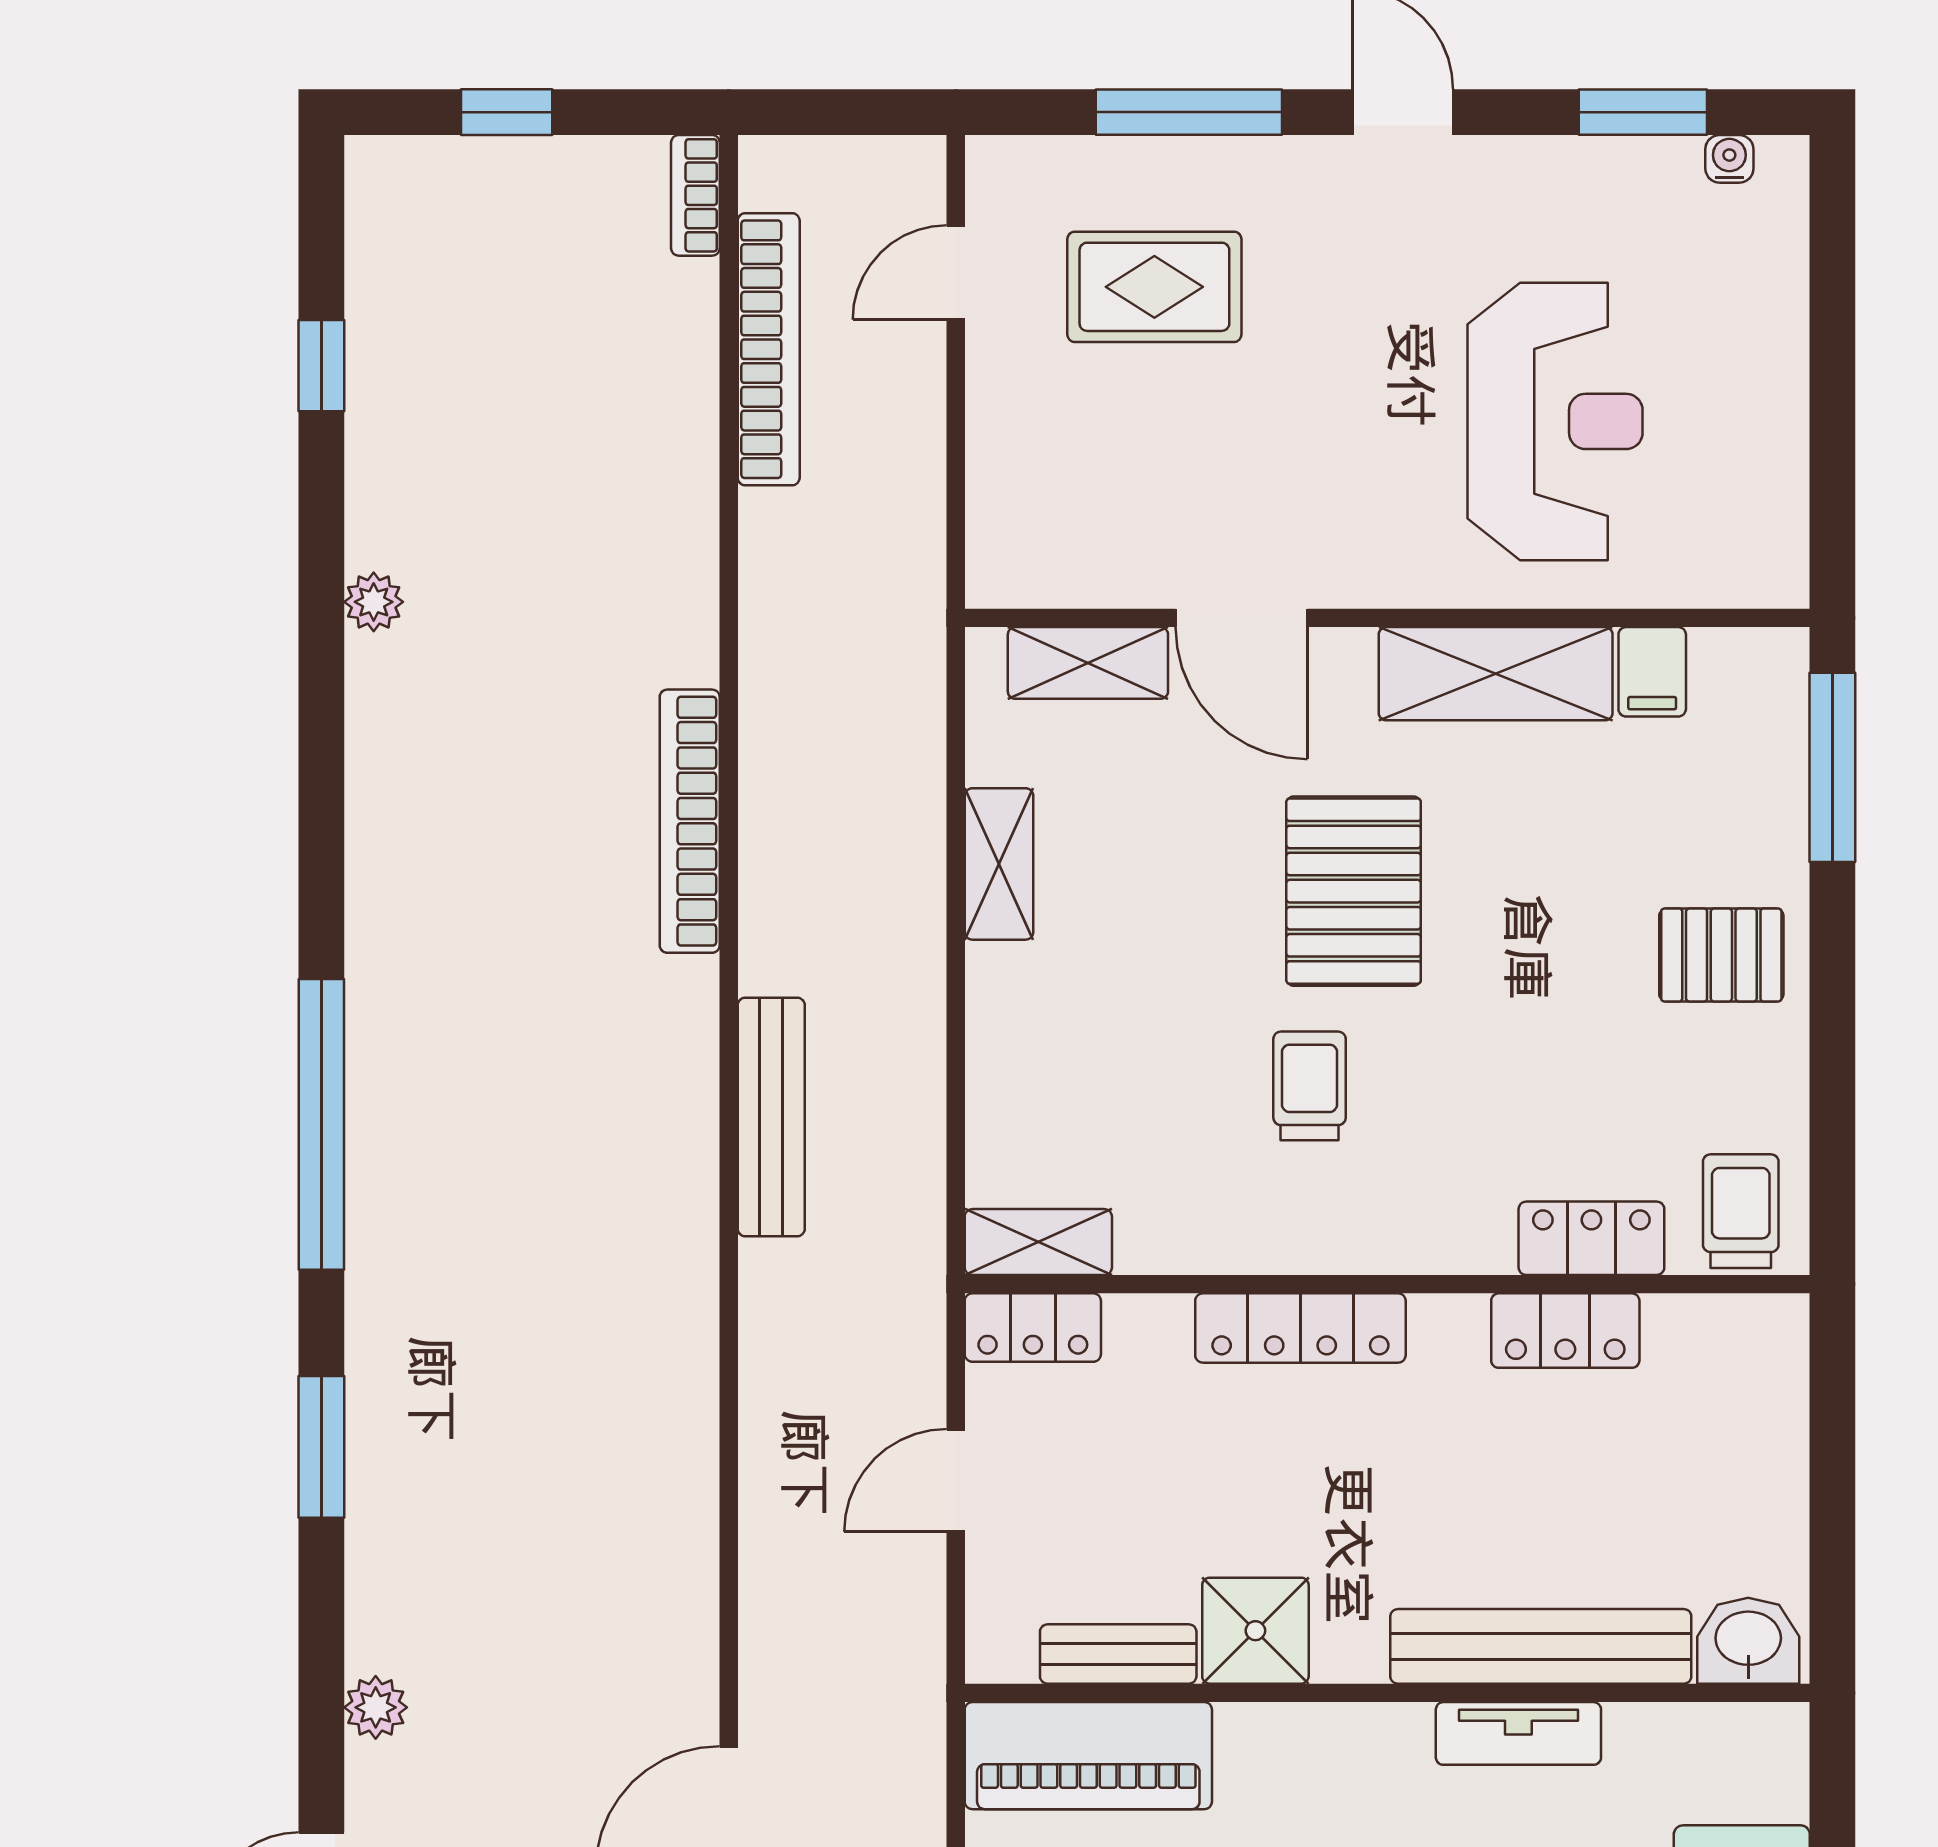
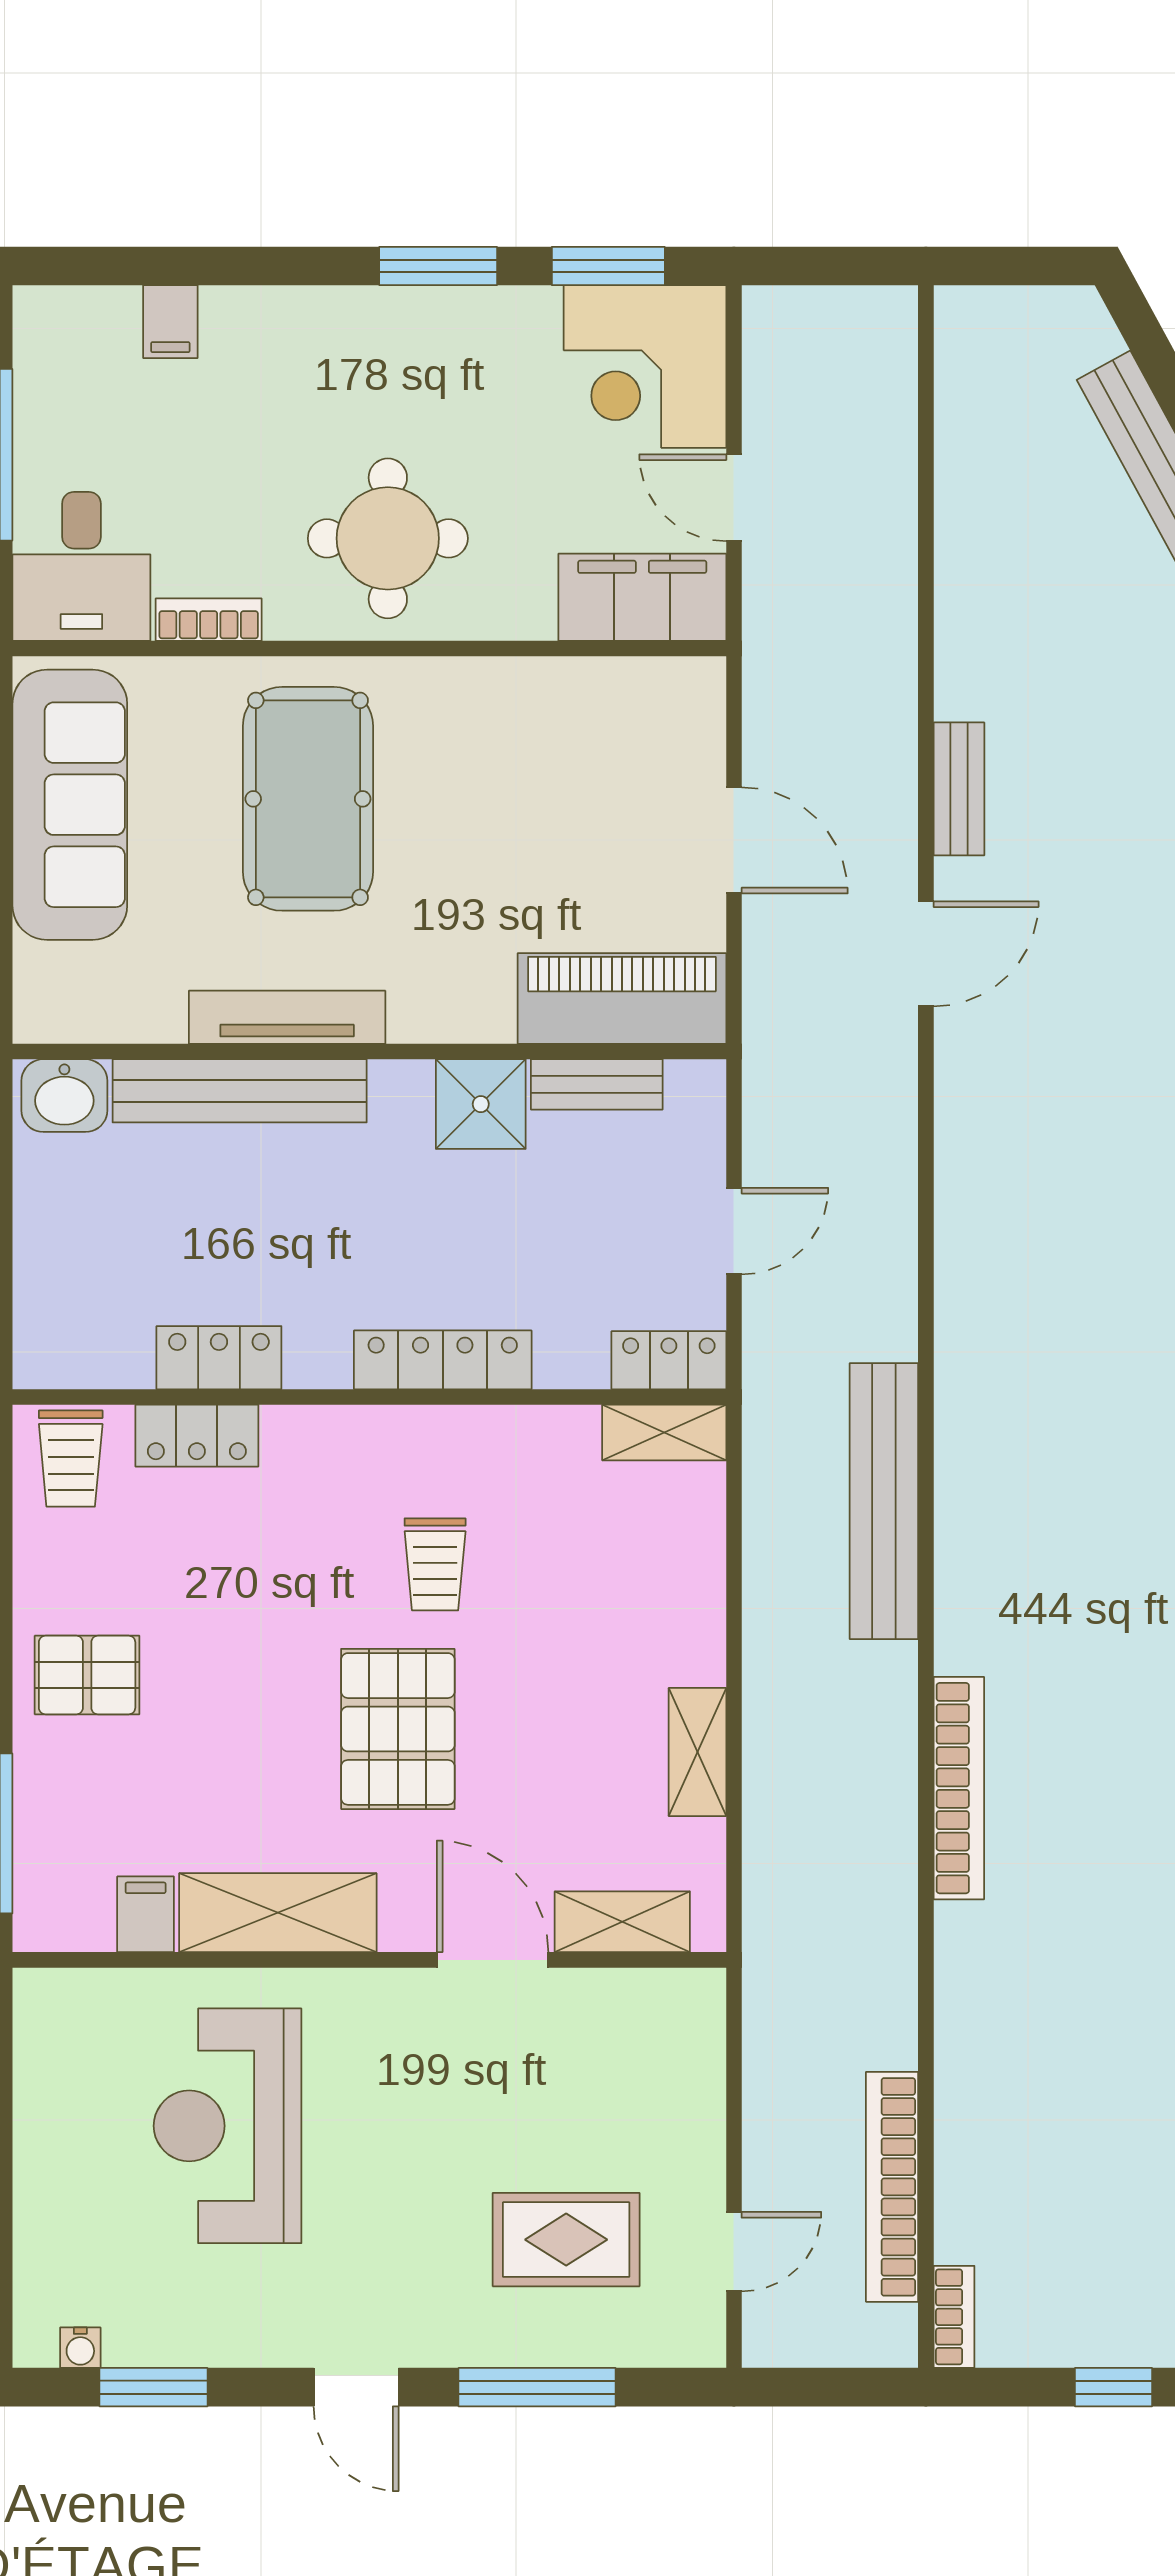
bench: (771, 1117) -> (884, 1501), width x1.37, depth x1.21
tv unit: (1518, 1733) -> (287, 1017), width x1.41

